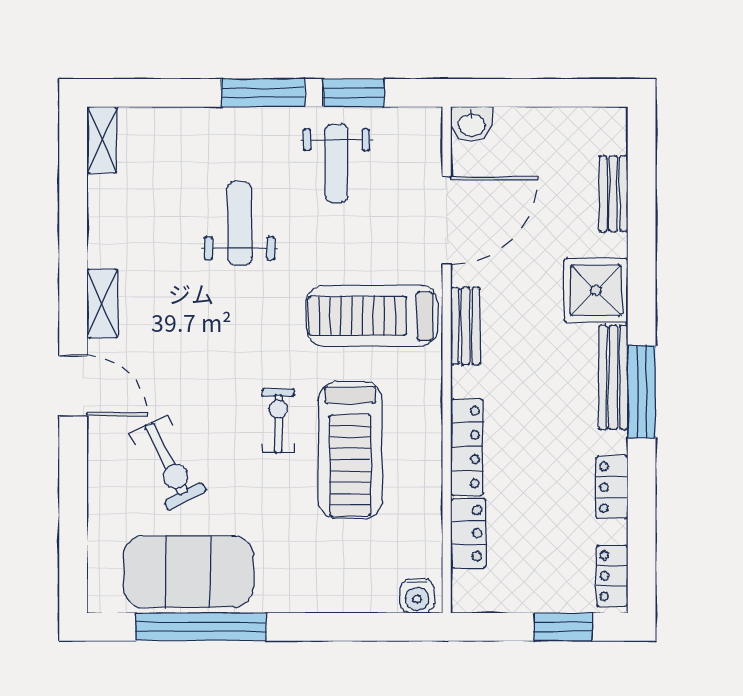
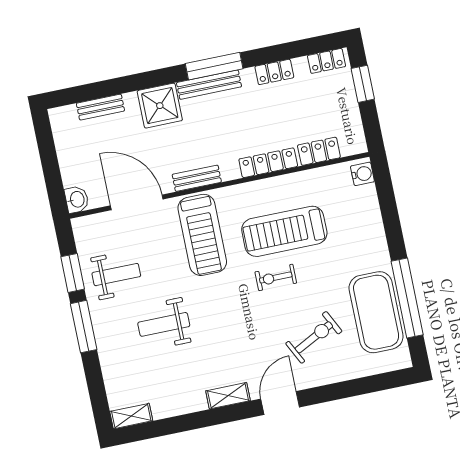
treadmill: (350, 450) -> (284, 231), turned 180

